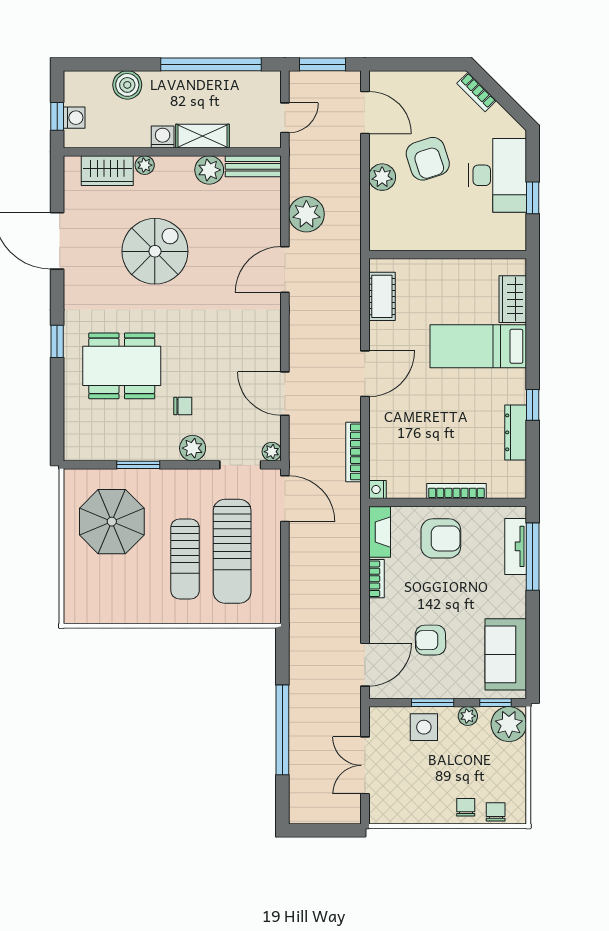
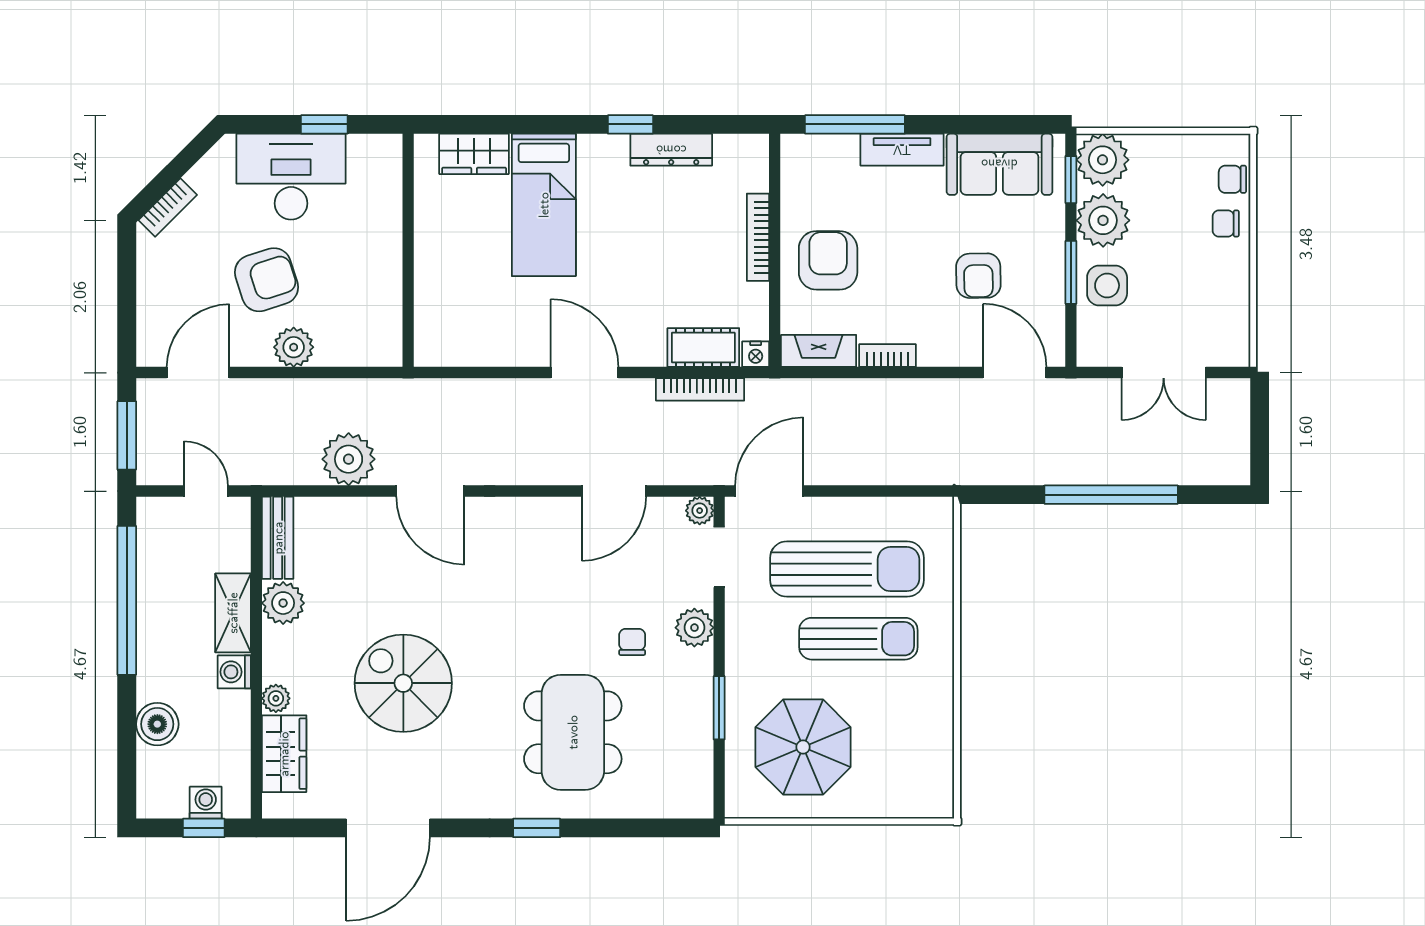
cot: (382, 296) -> (703, 347), moved
tv unit: (516, 546) -> (902, 150), moved
plant: (468, 716) -> (1103, 220), width x1.88, depth x1.88

